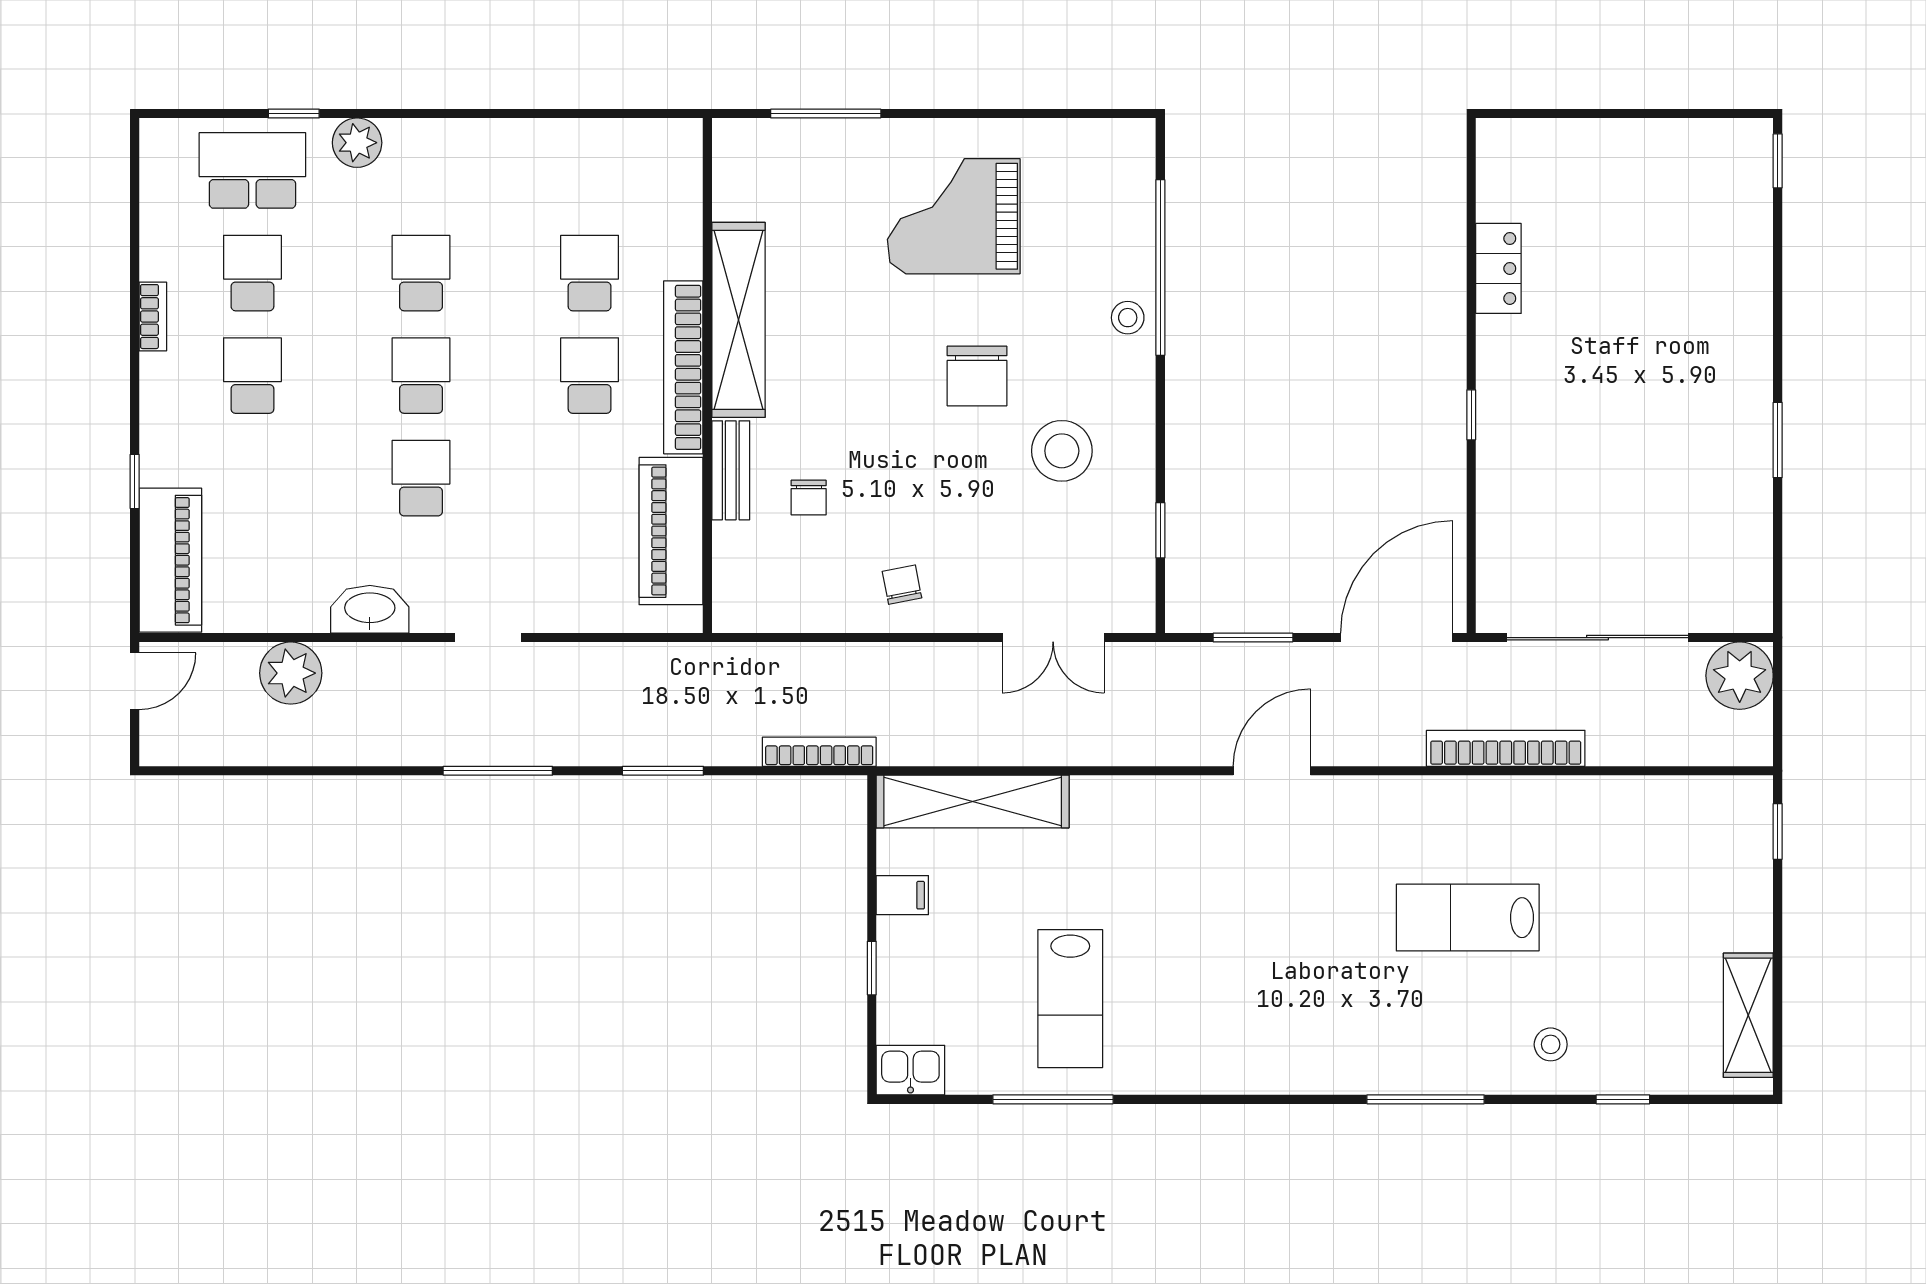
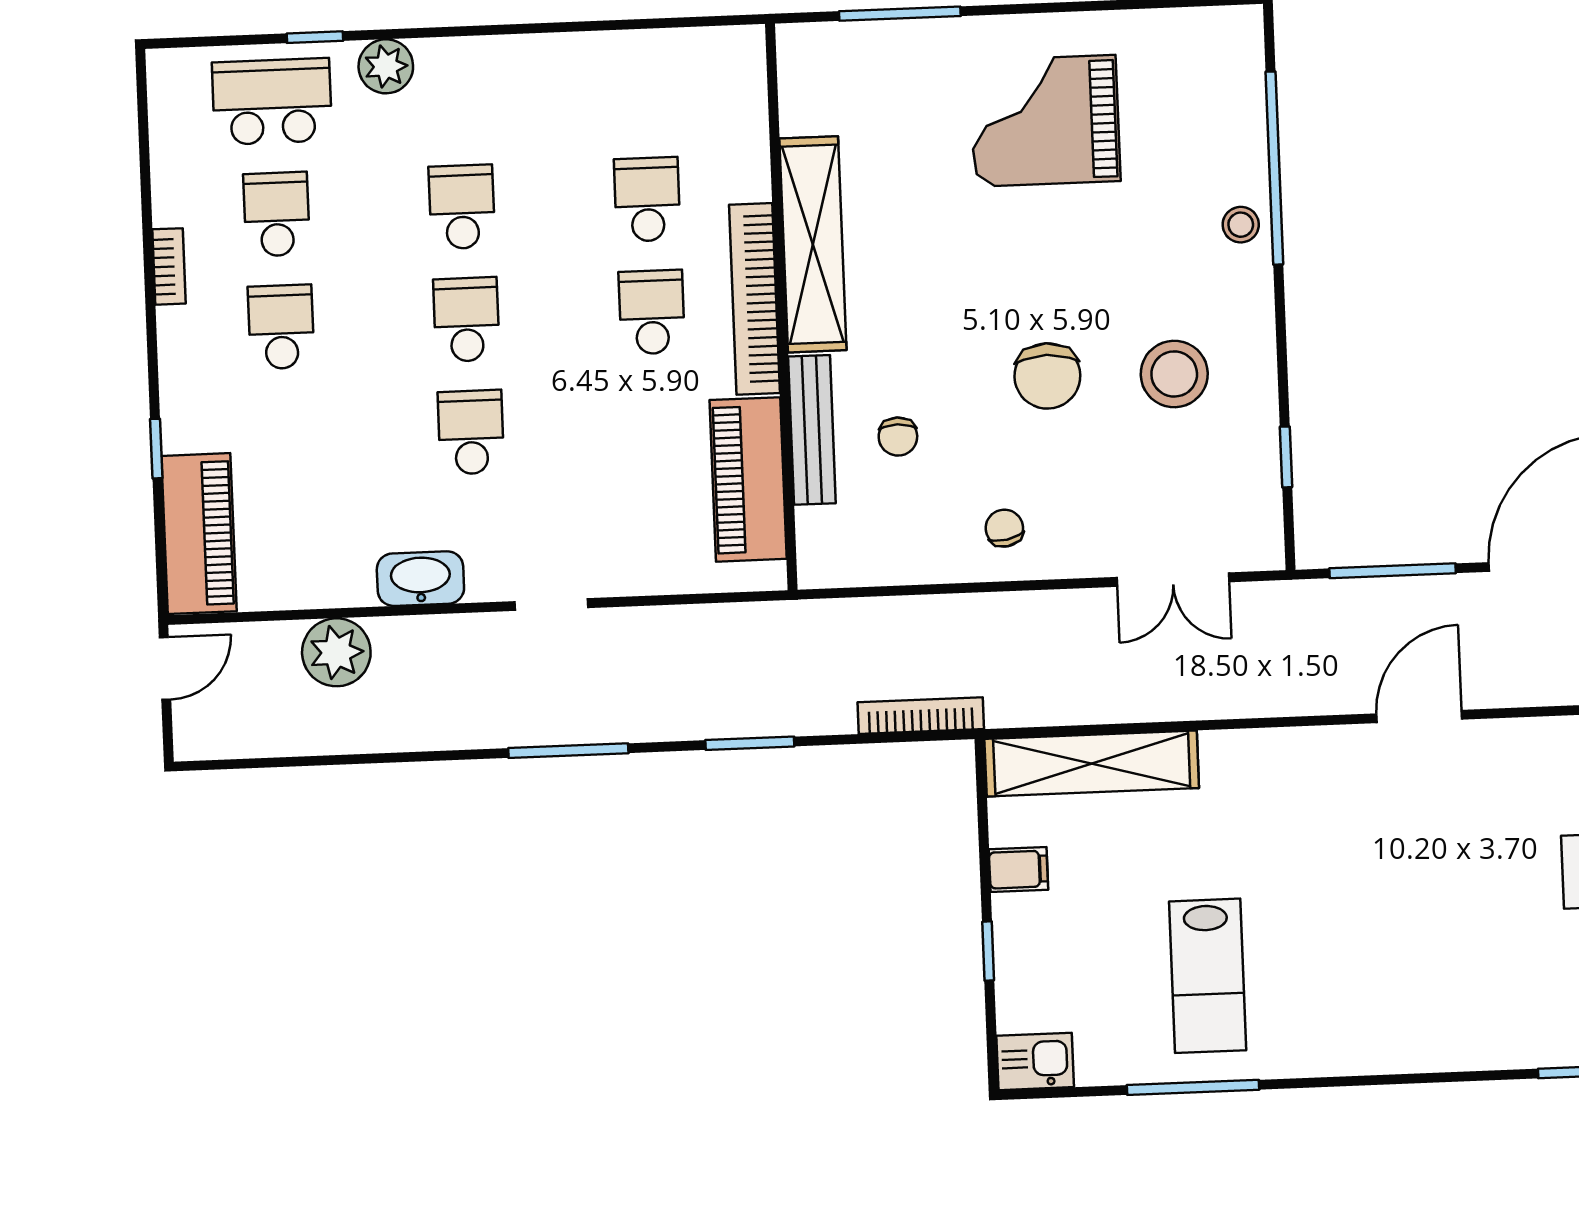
chair: (977, 376) -> (1047, 376), moved
bench: (731, 470) -> (812, 430), width x1.36
window: (1253, 638) -> (1393, 571), width x1.44

